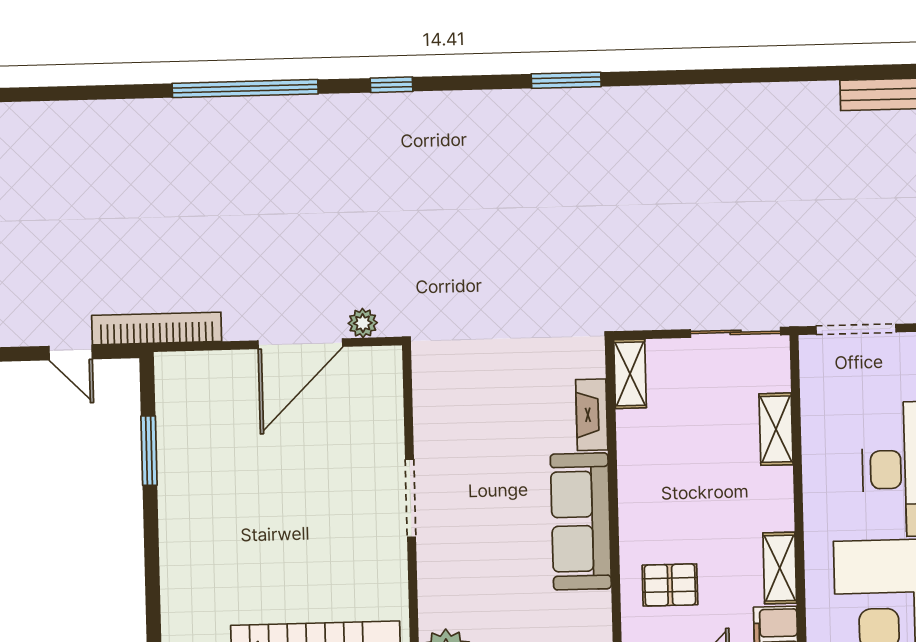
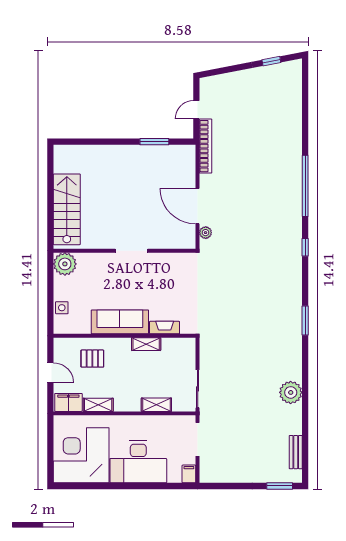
plant: (738, 110) -> (291, 392), added
shelving: (630, 374) -> (146, 344), moved
pallet: (670, 585) -> (92, 359), turned 90

